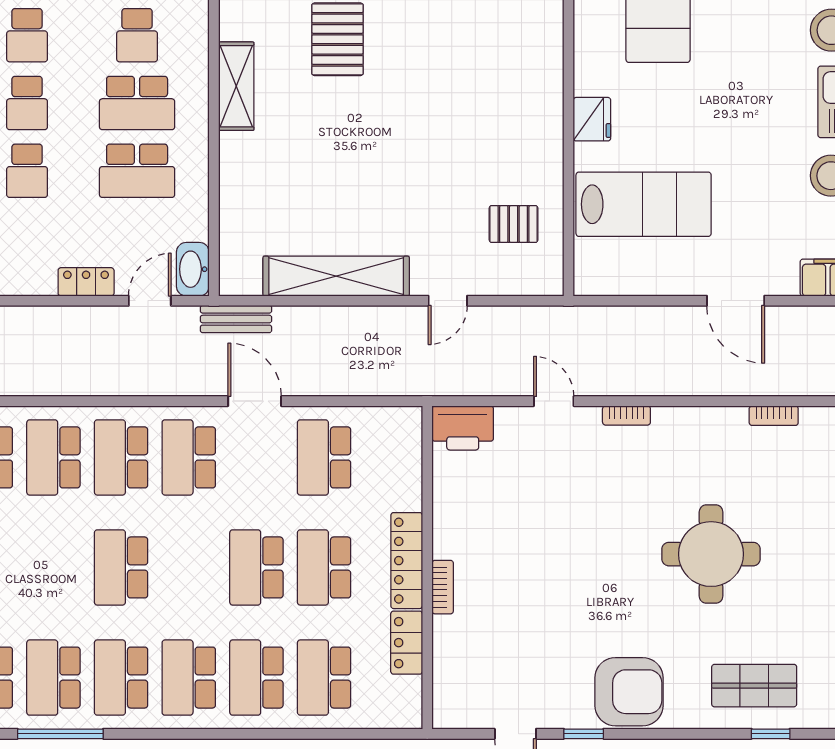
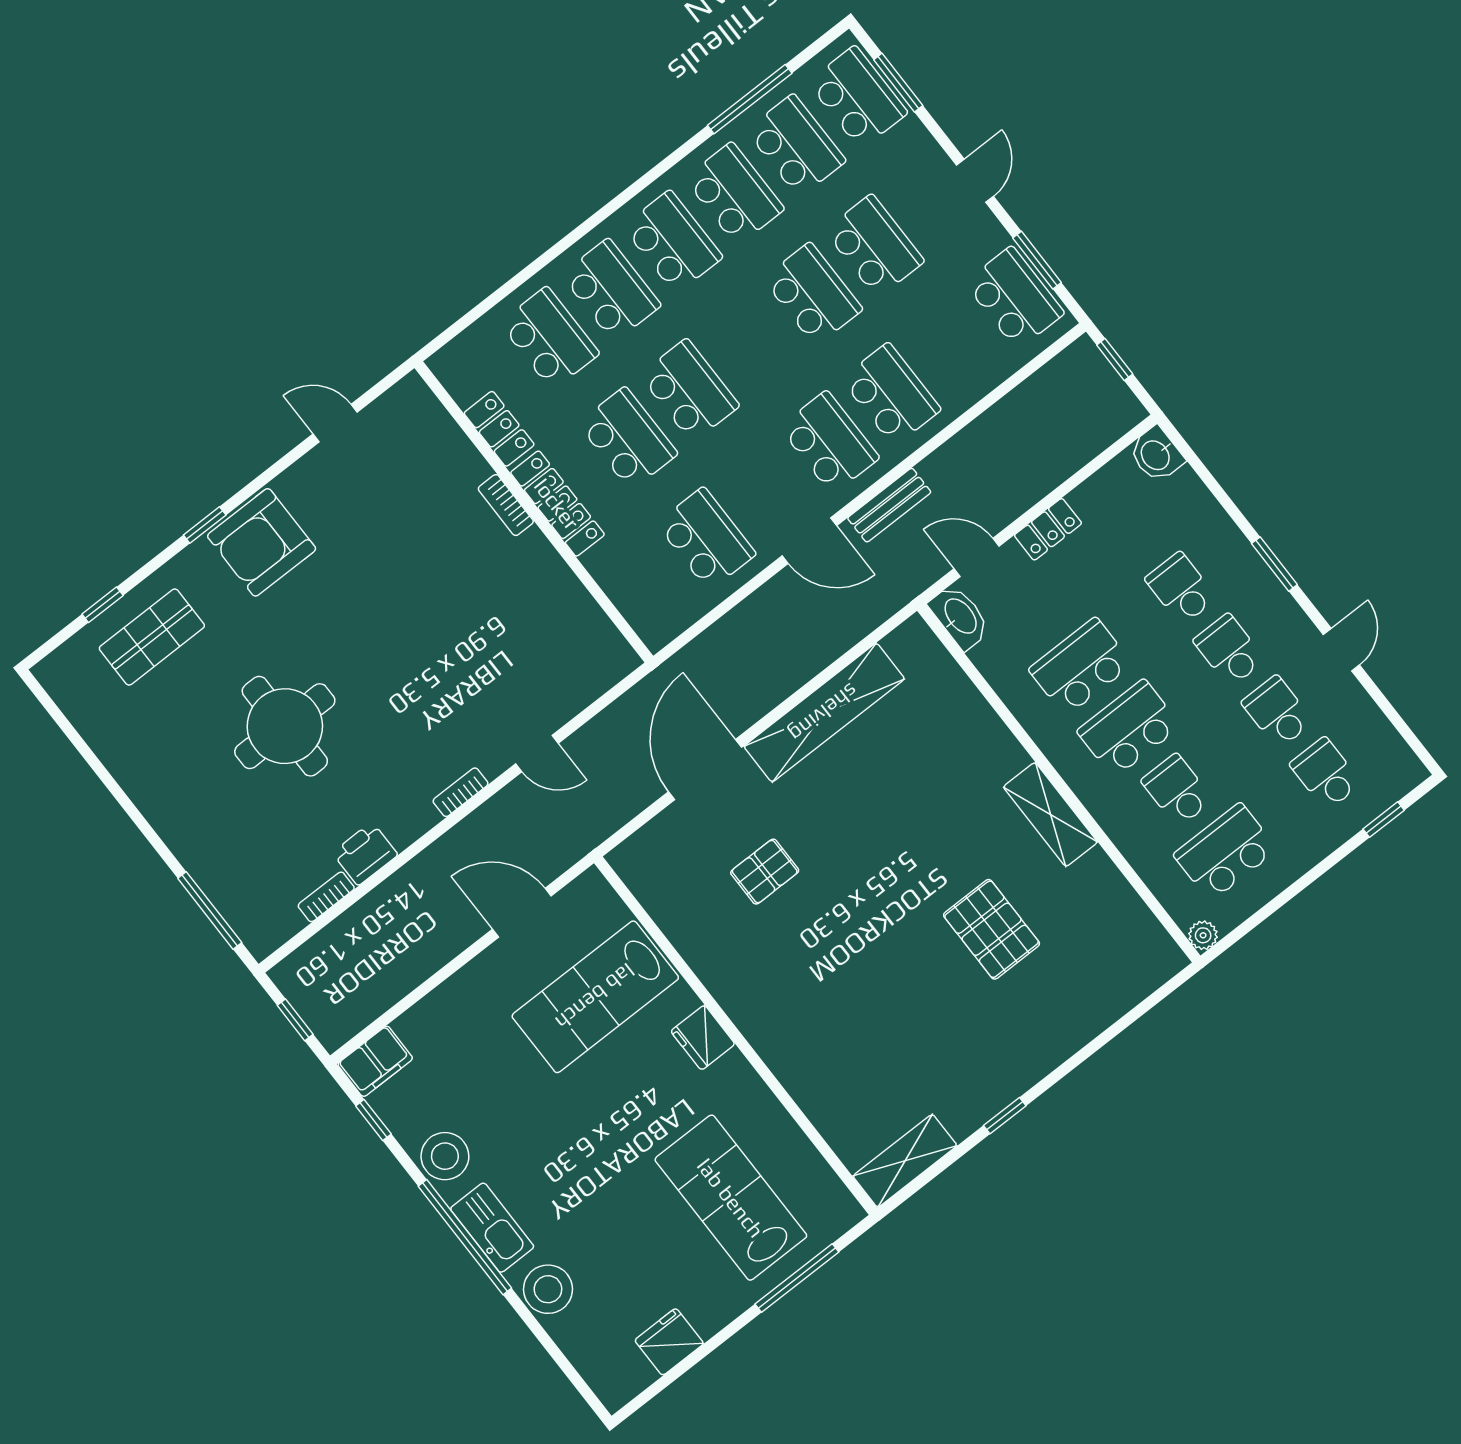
pallet: (514, 224) -> (765, 872), moved
door: (150, 301) -> (976, 557), swing flipped
door: (448, 301) -> (705, 770), width x1.88
door: (736, 301) -> (522, 913), moved
bench: (236, 319) -> (889, 505), moved
printer: (463, 428) -> (365, 854), moved, width x0.73, depth x0.84
school desk: (53, 457) -> (874, 246), moved
window: (584, 734) -> (205, 525), moved

